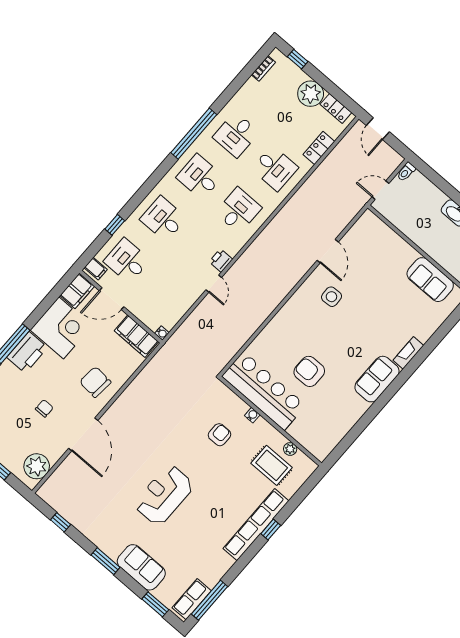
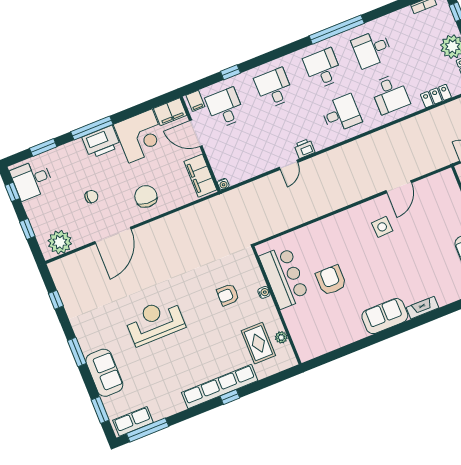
bar counter: (264, 391) -> (284, 277), width x0.73
armchair: (219, 435) -> (228, 295), turned 180

